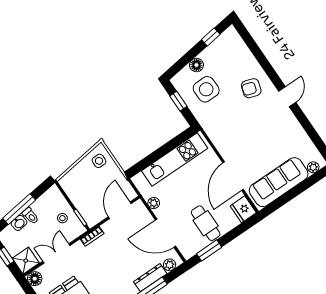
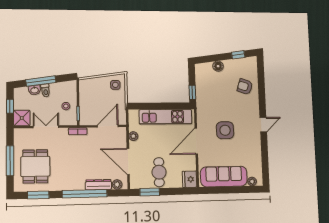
armchair: (251, 88) -> (245, 87), moved
side table: (206, 89) -> (225, 130), moved
window: (178, 101) -> (192, 92), moved
door: (233, 176) -> (196, 141), moved
floor lamp: (35, 279) -> (20, 134), removed

